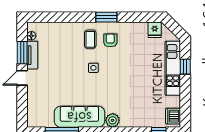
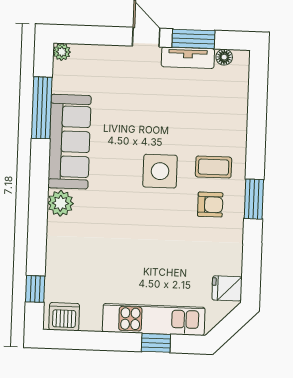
side table: (93, 68) -> (160, 171), width x1.87, depth x1.87
plant: (32, 123) -> (62, 52), added

